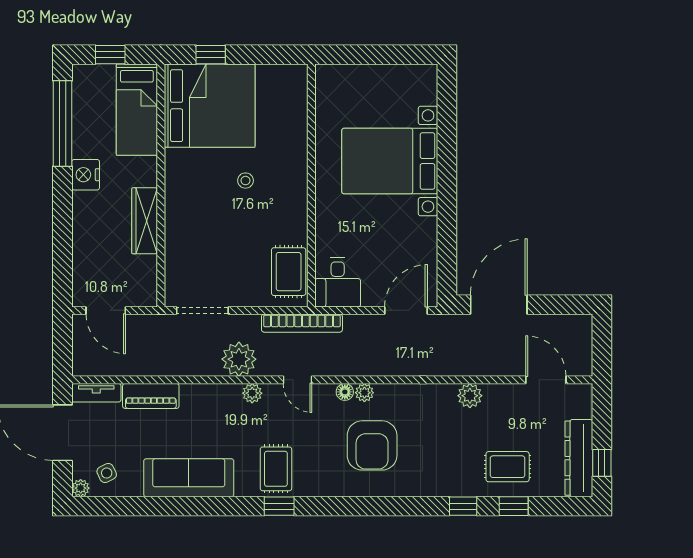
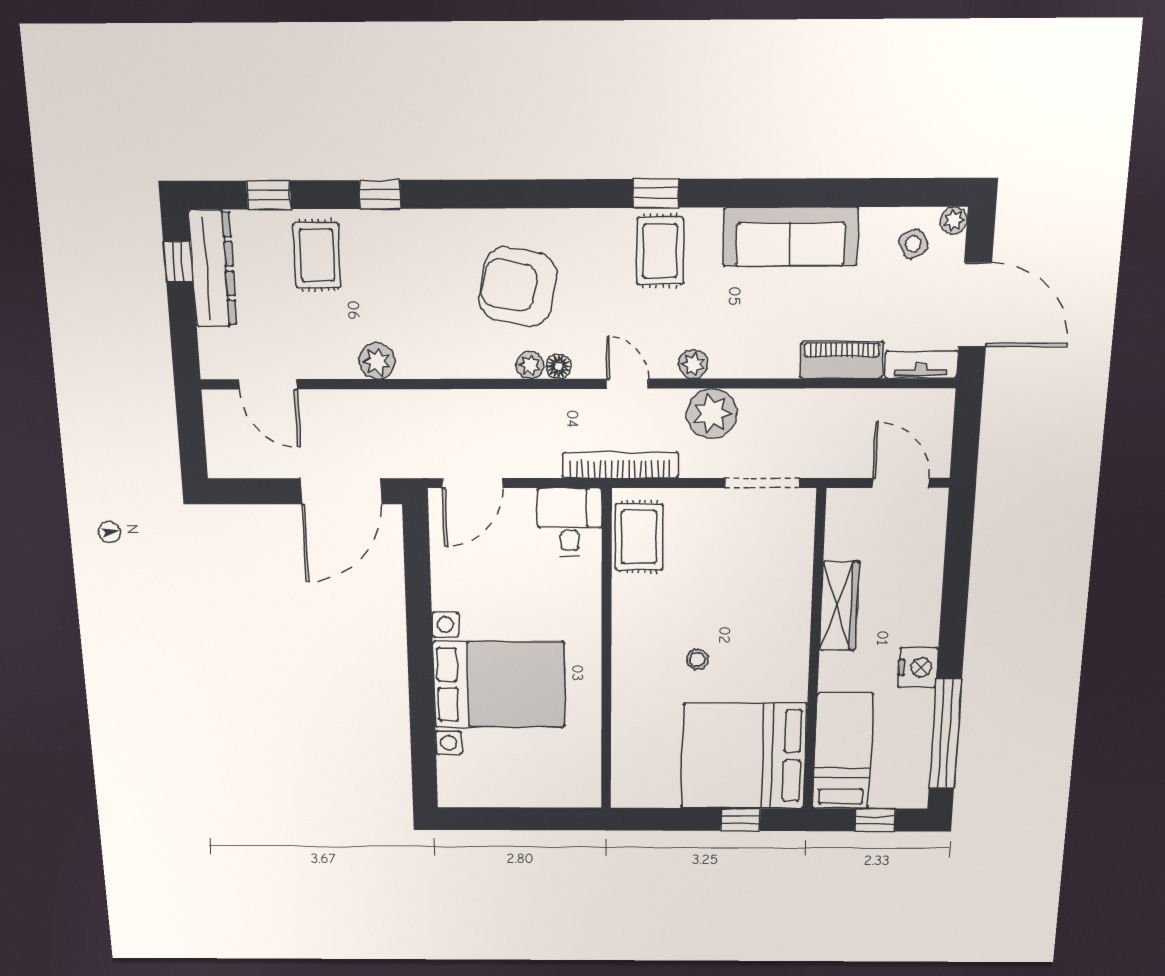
armchair: (372, 445) -> (518, 287), turned -79
rug: (508, 467) -> (317, 255), turned 90
window: (514, 506) -> (269, 195), moved

